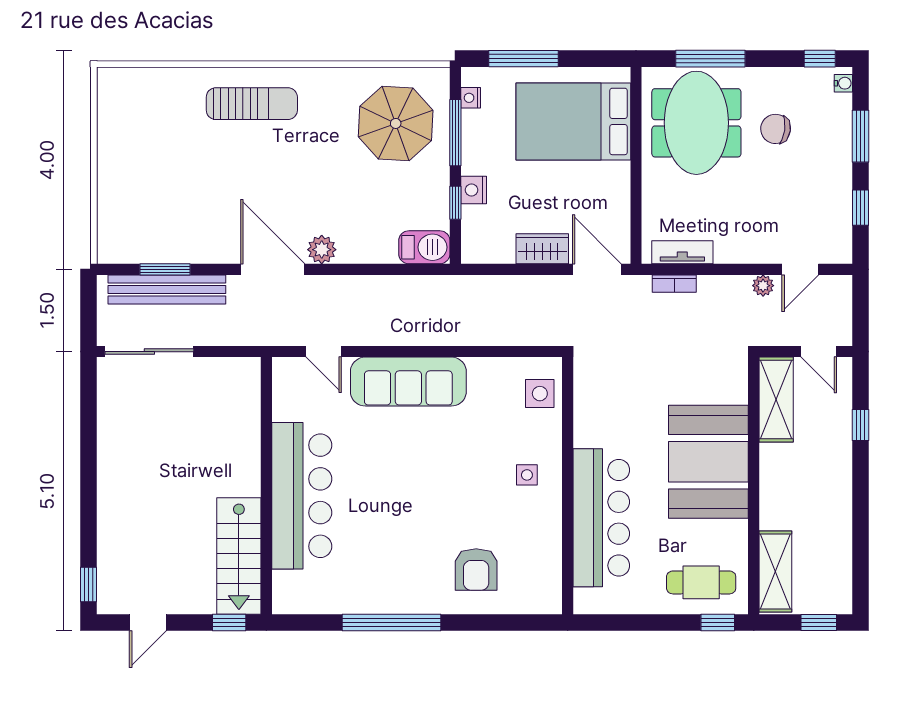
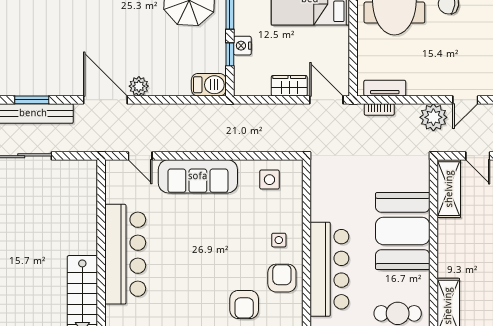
plant: (763, 286) -> (433, 117), width x1.88, depth x1.88
side table: (540, 394) -> (269, 180), moved
armchair: (532, 531) -> (282, 278), added

